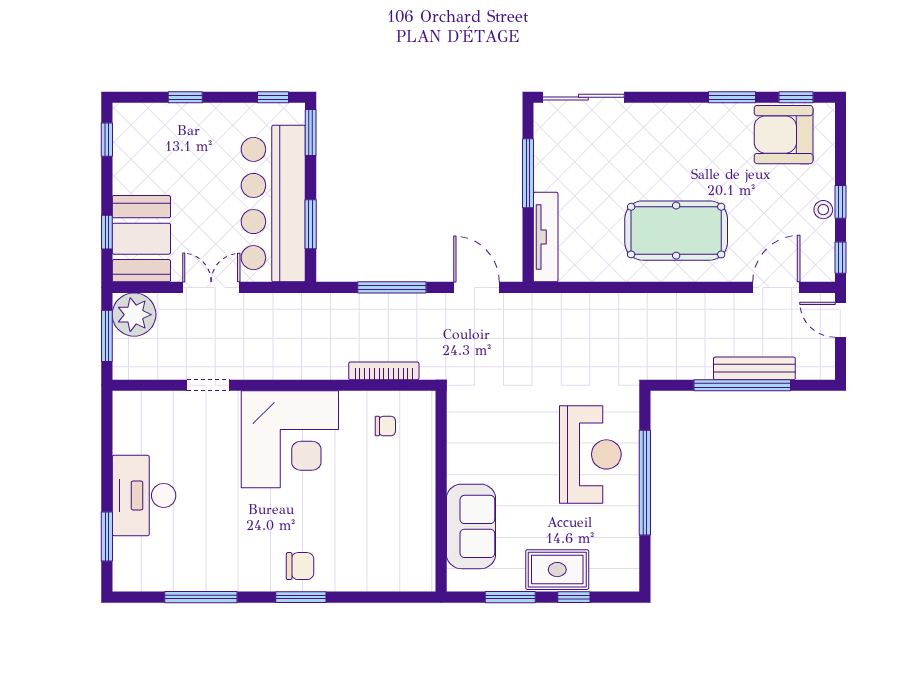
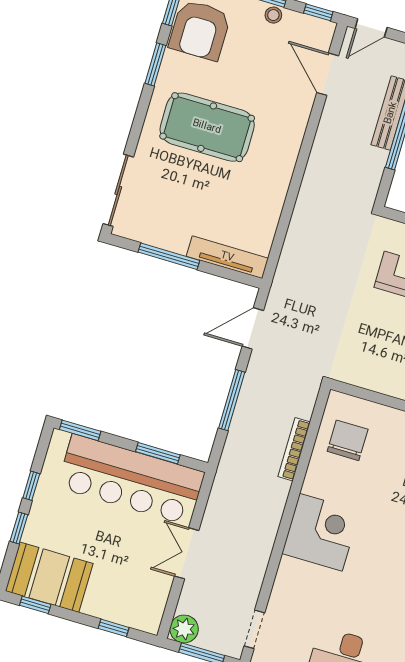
window: (273, 97) -> (31, 486), moved
pool table: (676, 231) -> (207, 127), moved, turned 90
booth: (141, 239) -> (49, 577), moved
plant: (134, 315) -> (184, 629), width x0.73, depth x0.73
bookcase: (384, 371) -> (294, 449), moved
doorway: (208, 385) -> (254, 629), moved
chair: (385, 426) -> (348, 440), width x1.87, depth x1.87
corner desk: (290, 439) -> (321, 532), width x0.74, depth x0.74

